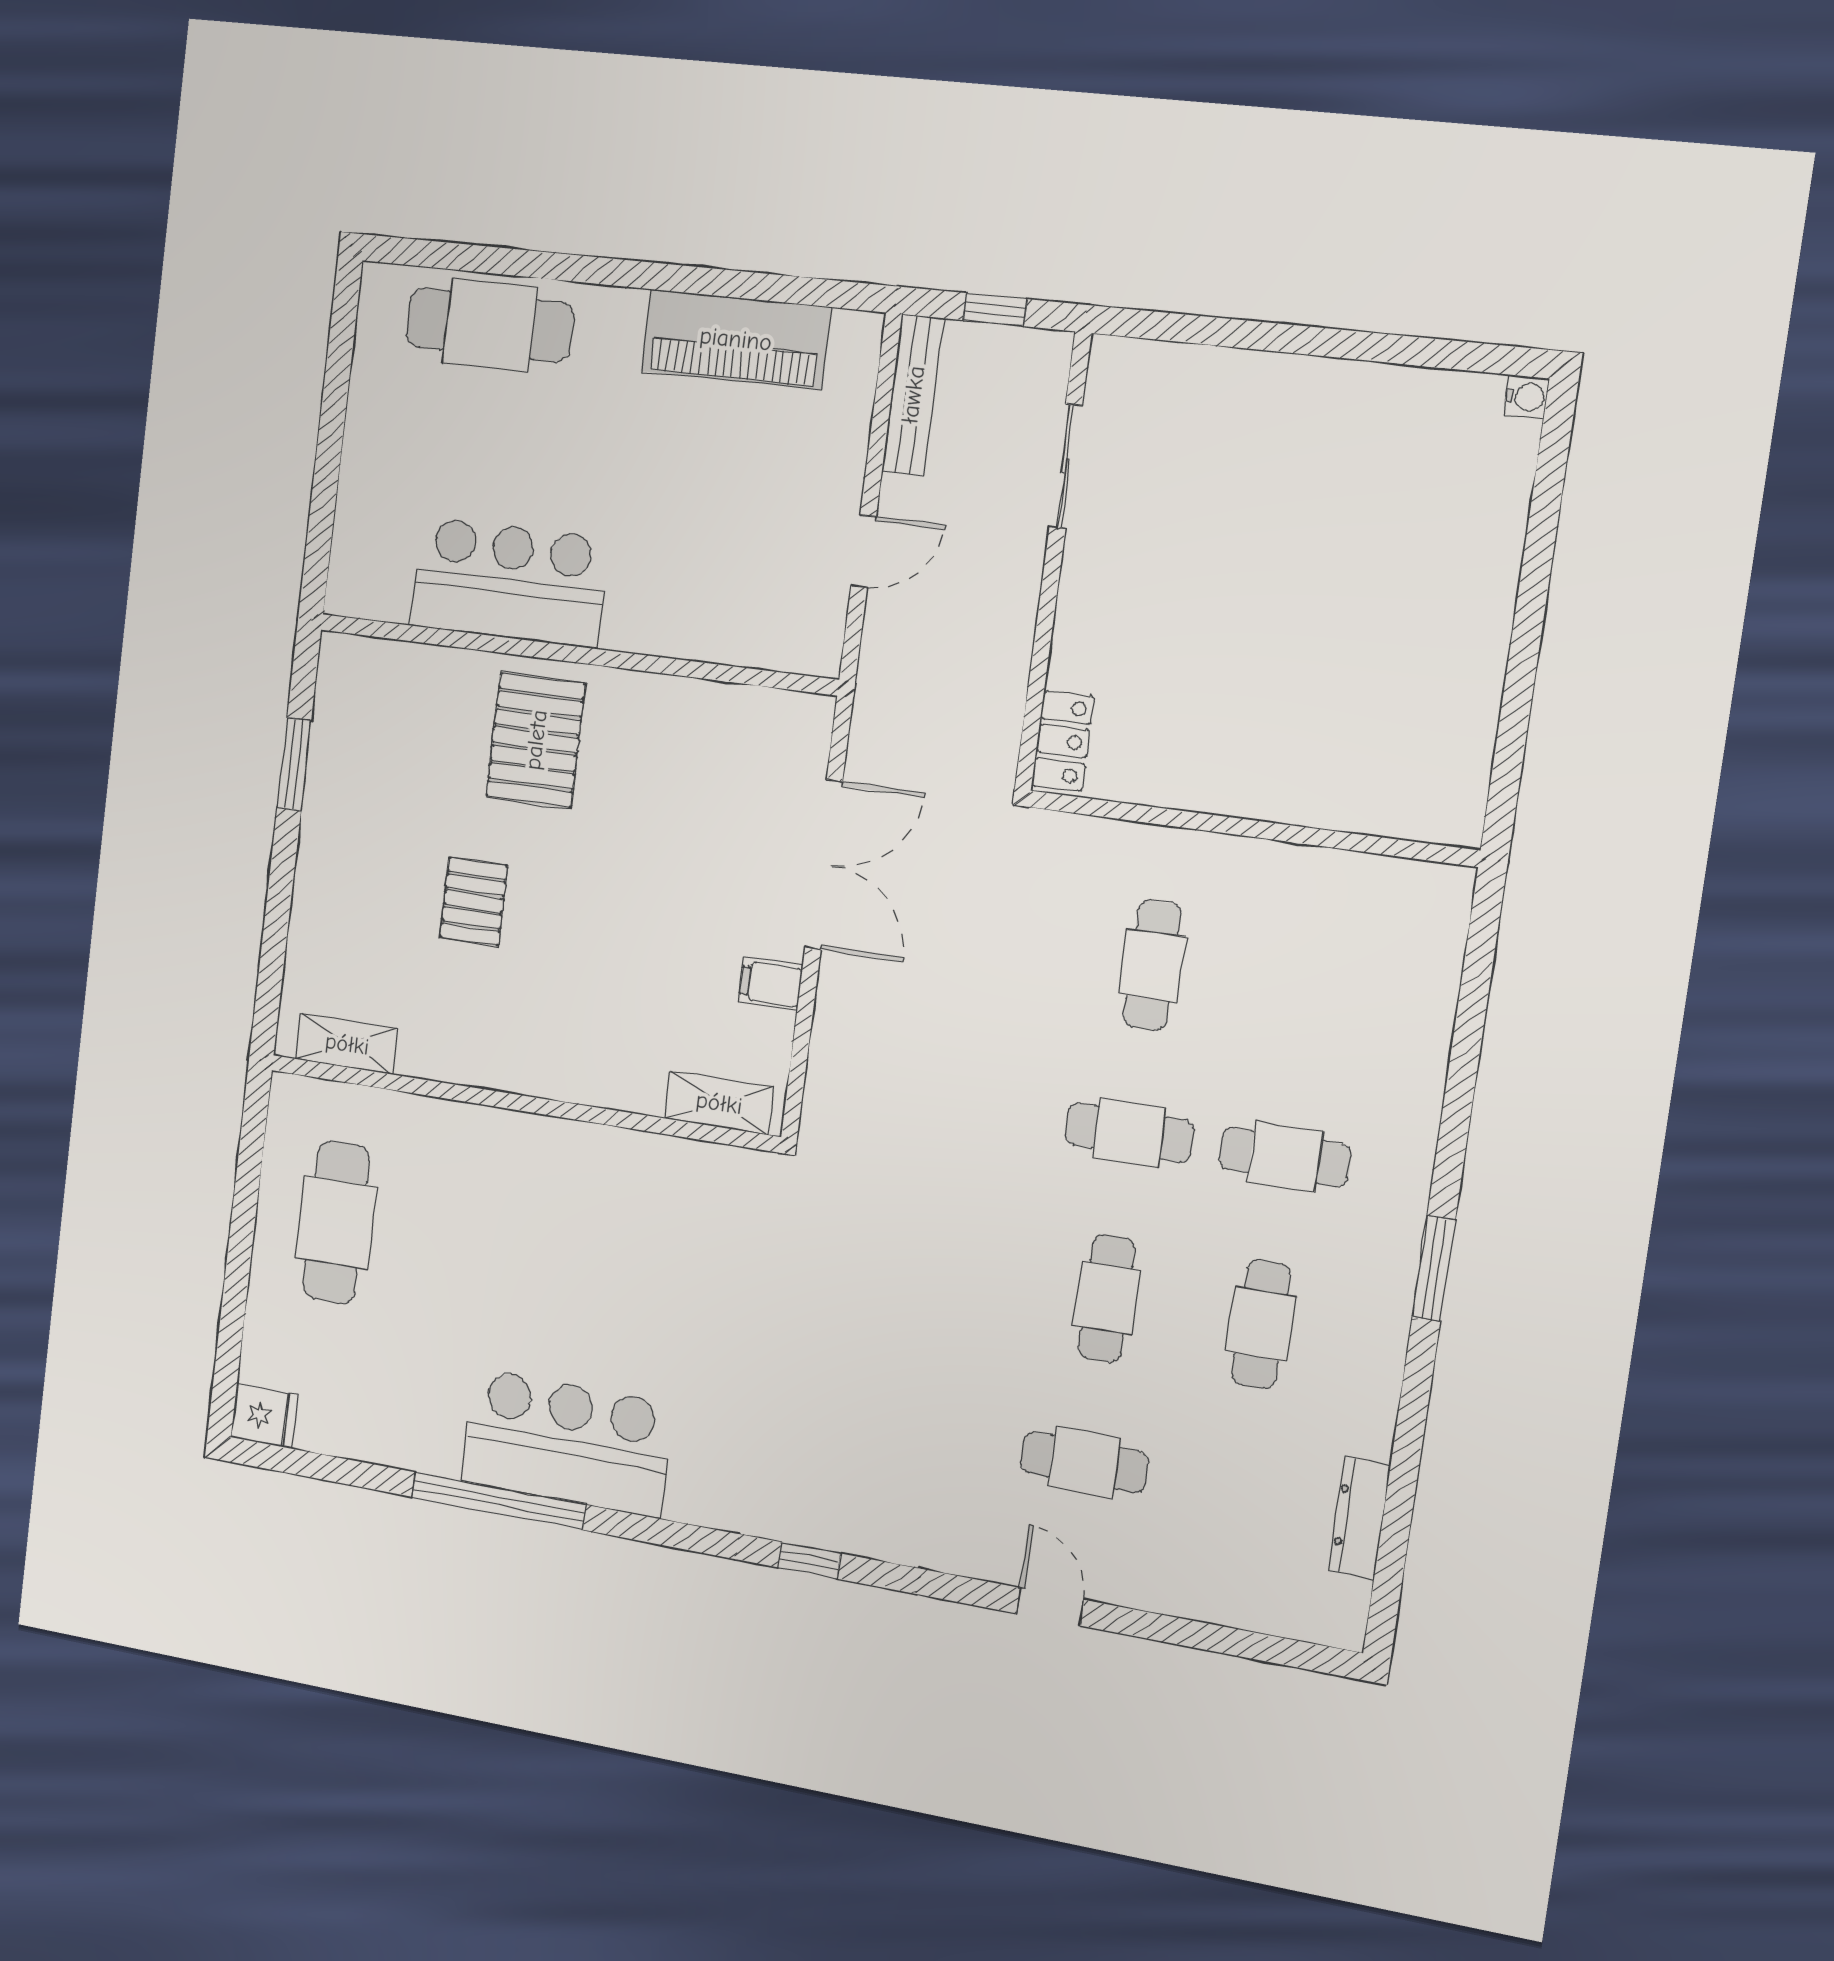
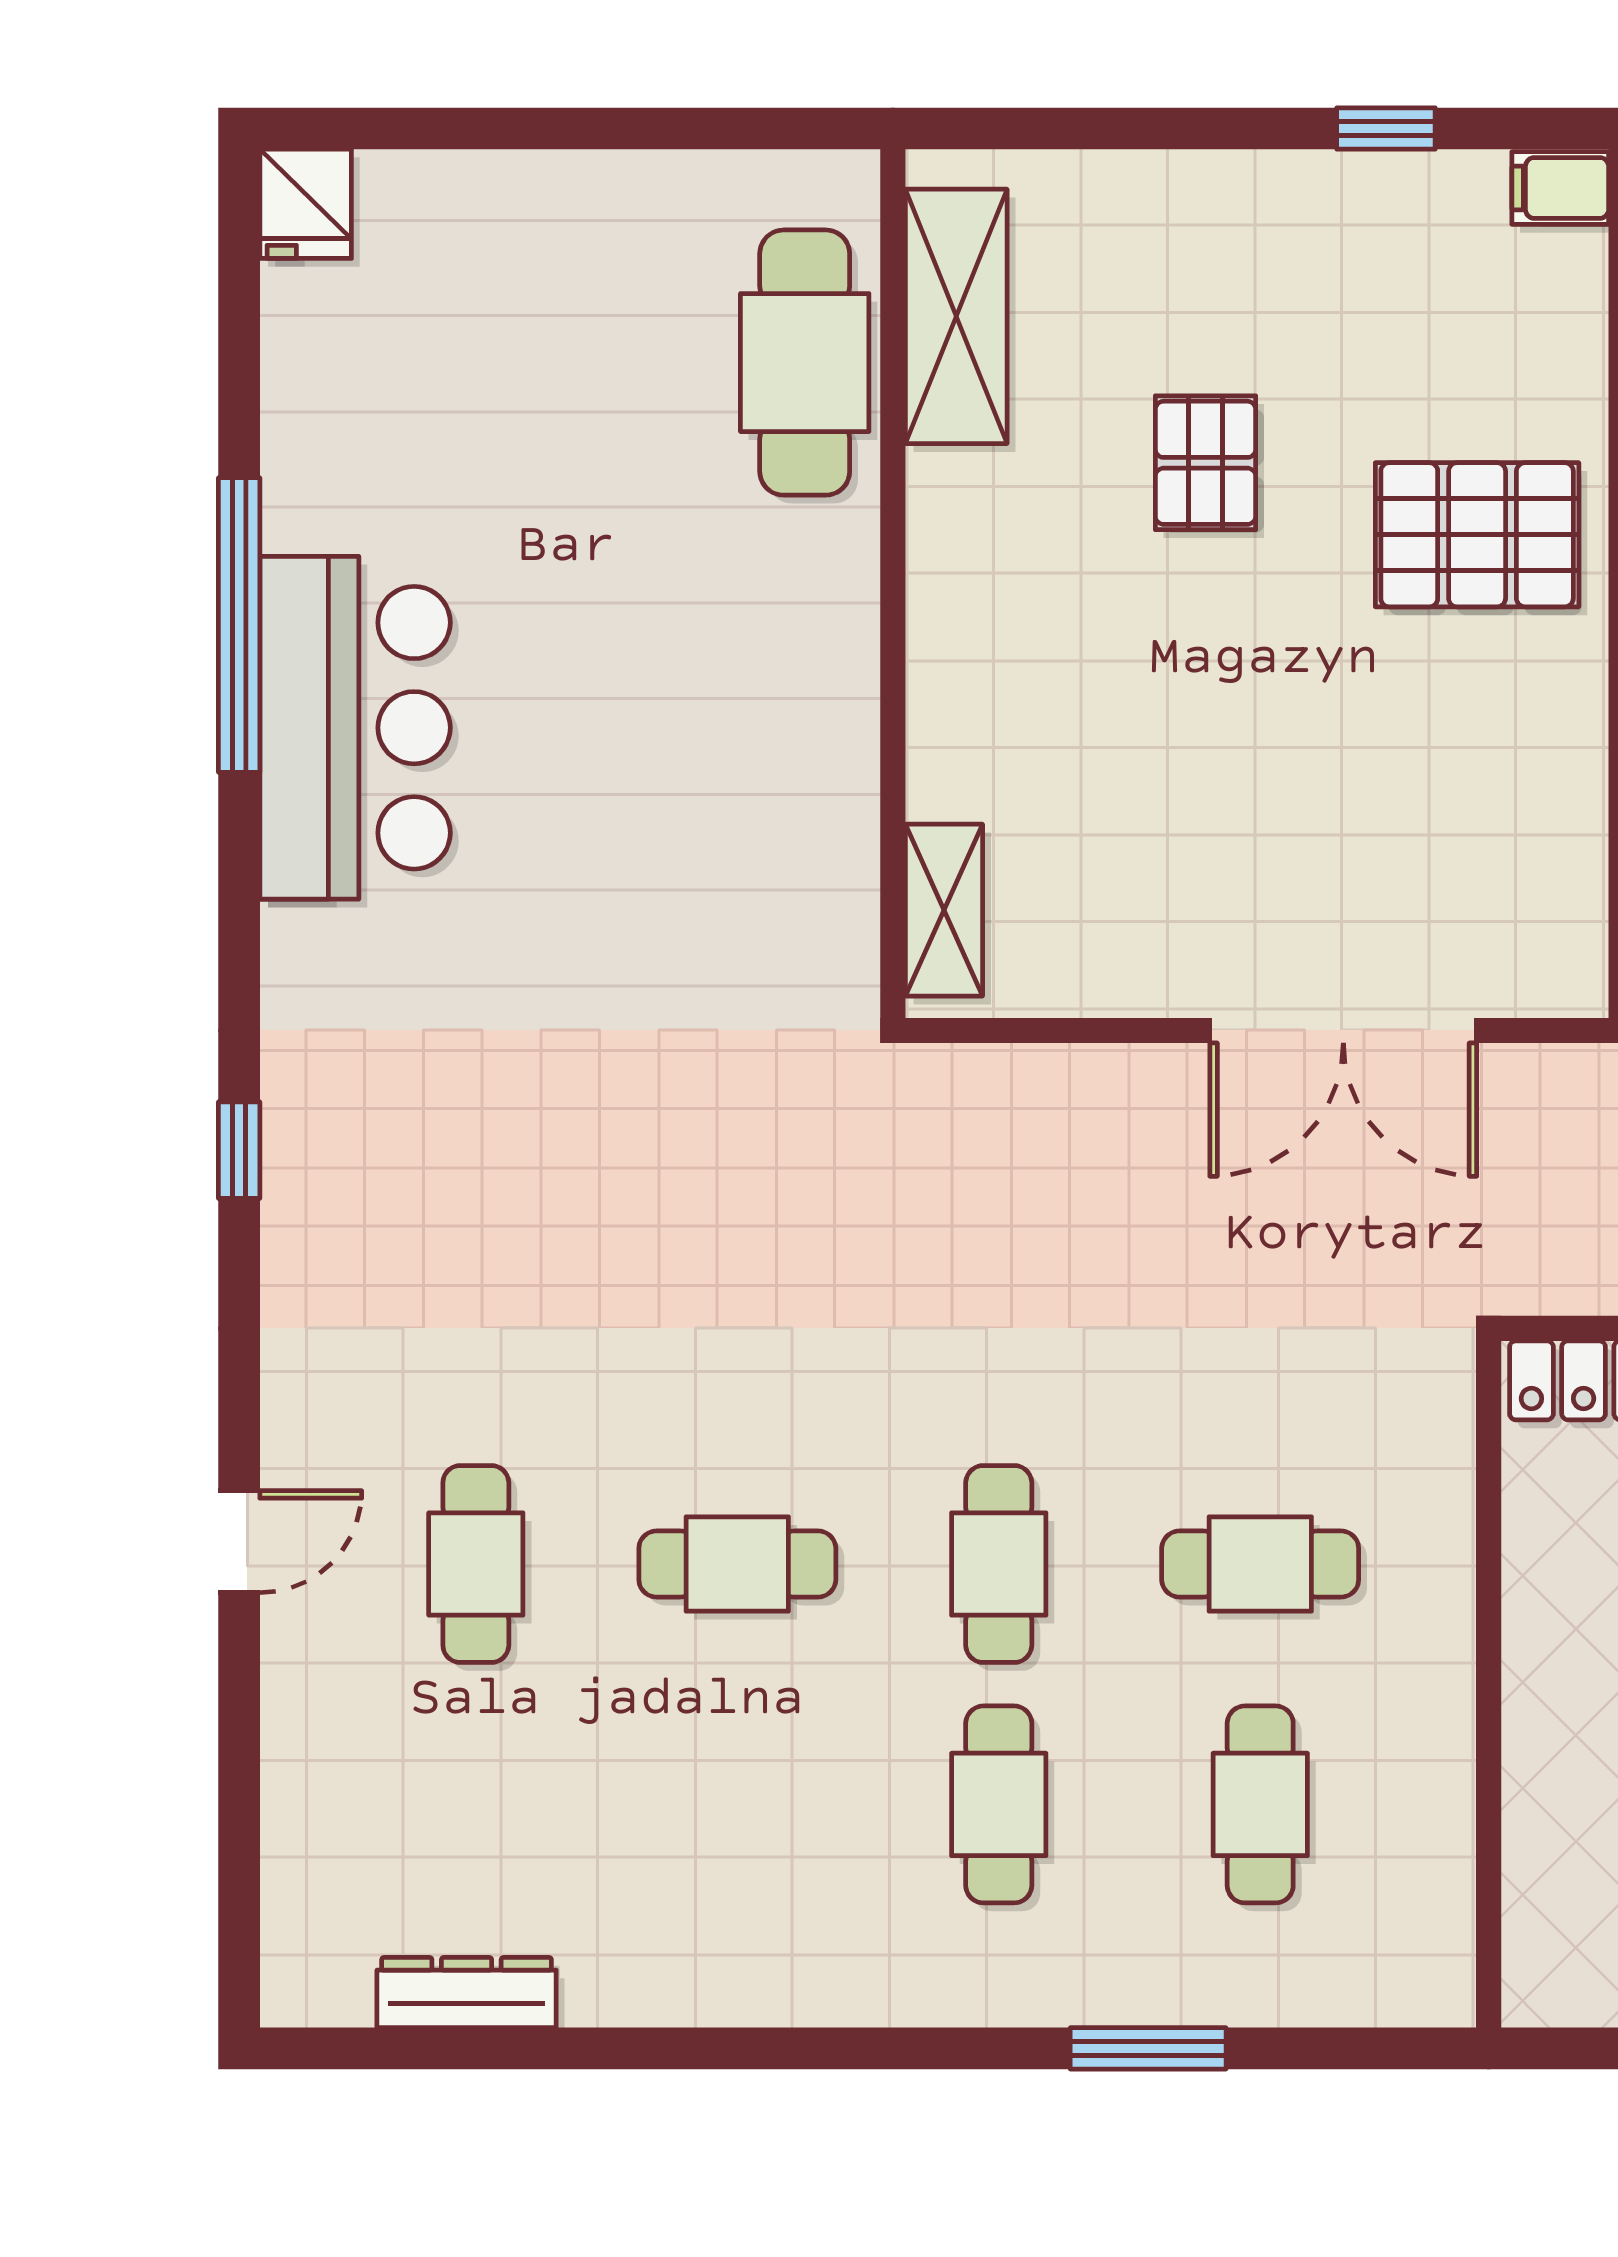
window: (294, 764) -> (1386, 128), width x0.67
pallet: (474, 901) -> (1205, 463), turned 90
filing cabinet: (771, 984) -> (1560, 188), moved, turned -90
shelving: (347, 1044) -> (956, 316), width x1.50, depth x1.33
cafe table: (336, 1222) -> (805, 363), moved, turned 90
window: (1434, 1269) -> (1148, 2048), moved
cafe table: (1261, 1324) -> (1260, 1804), moved, turned 90

